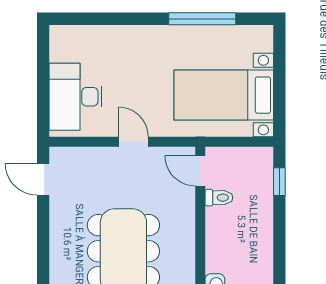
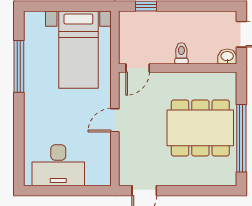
desk: (76, 97) -> (58, 165), moved
toilet: (219, 198) -> (181, 53), moved

